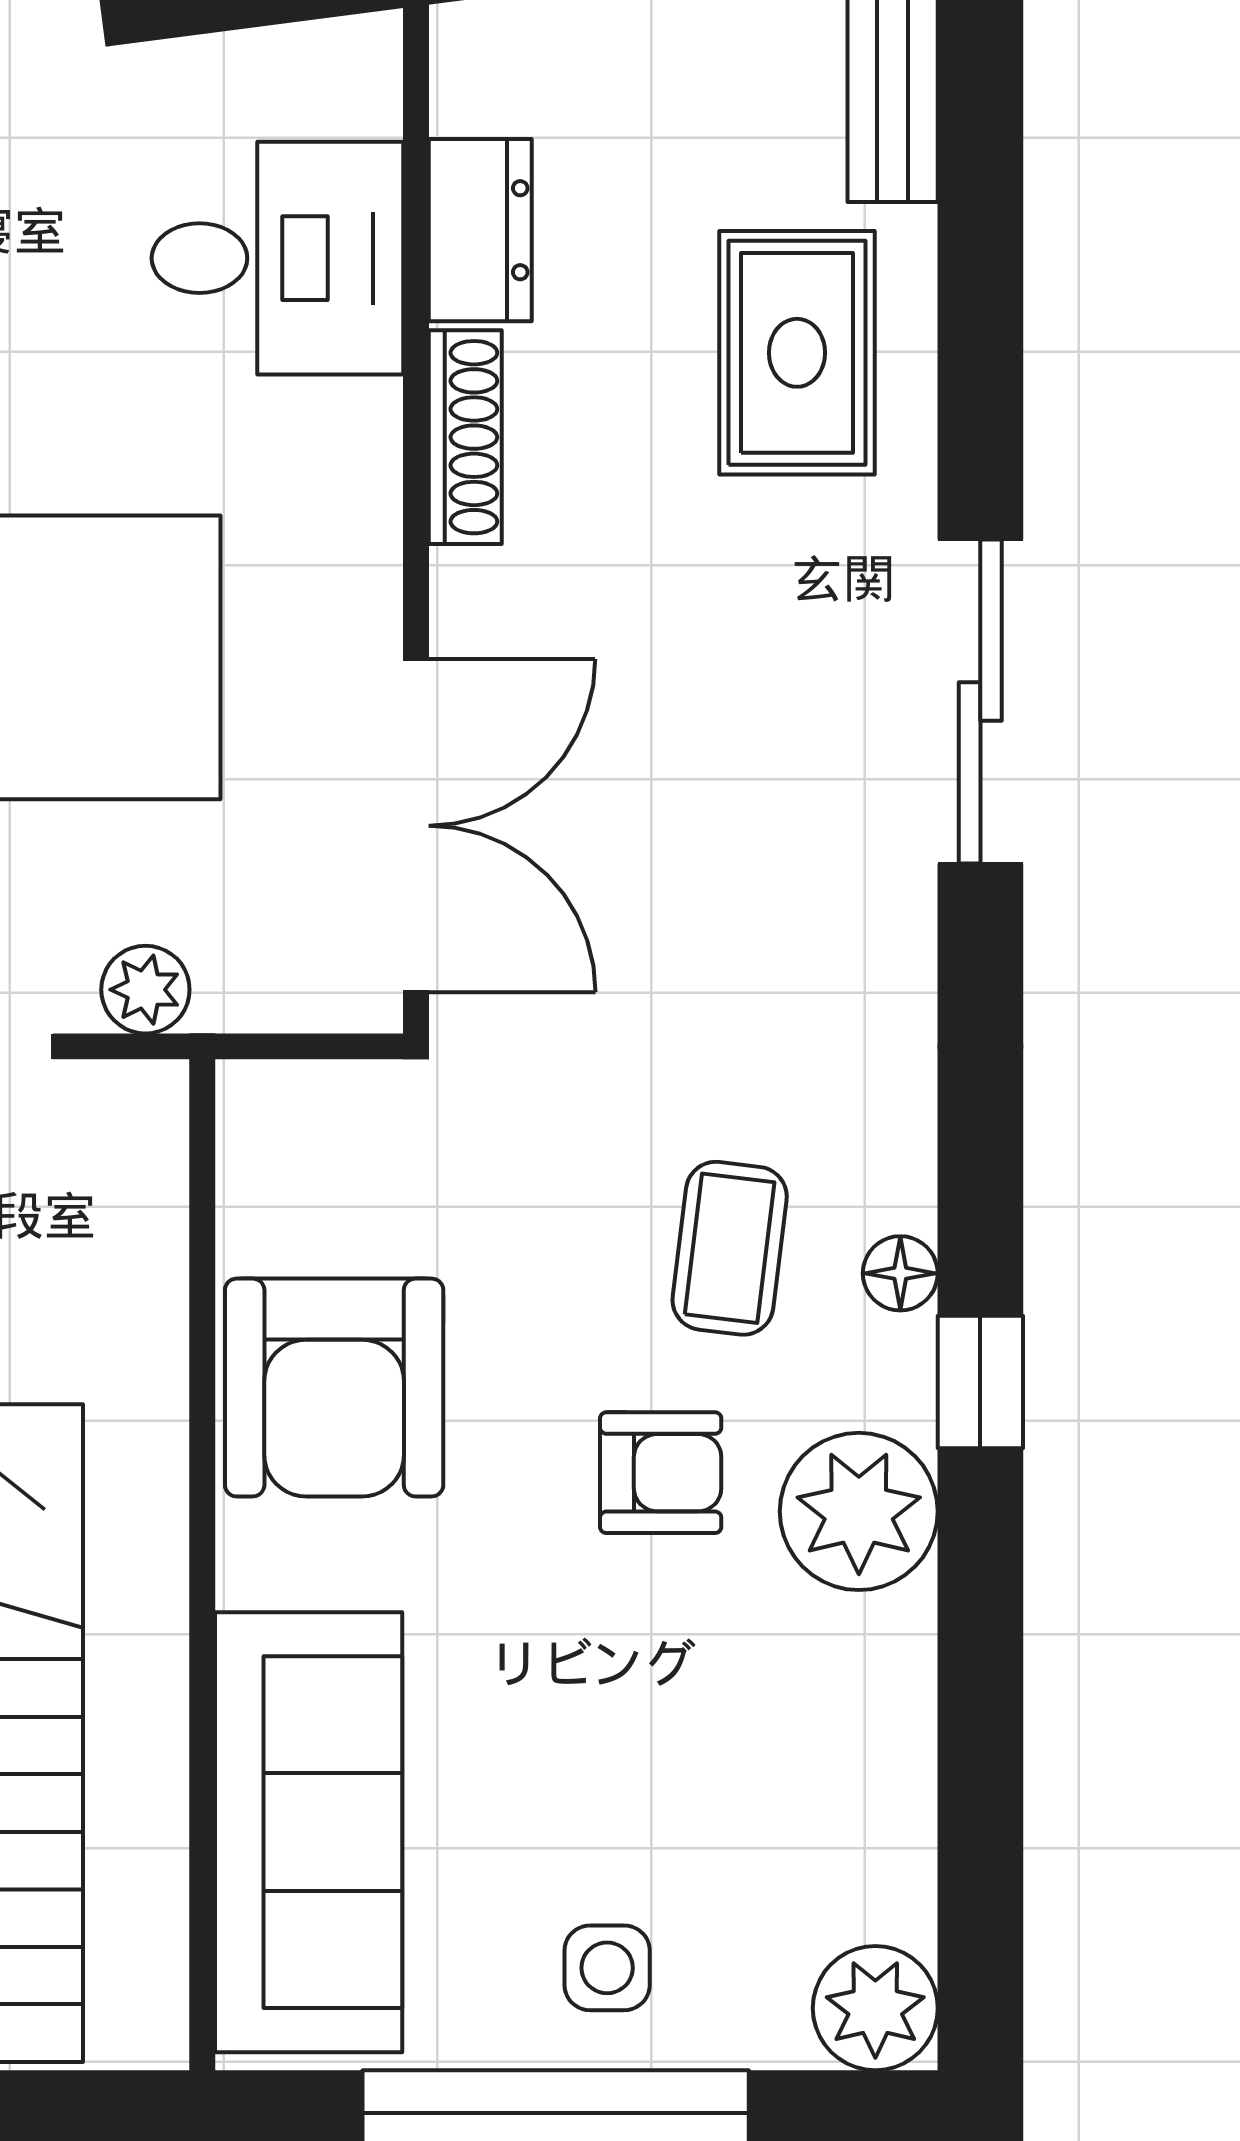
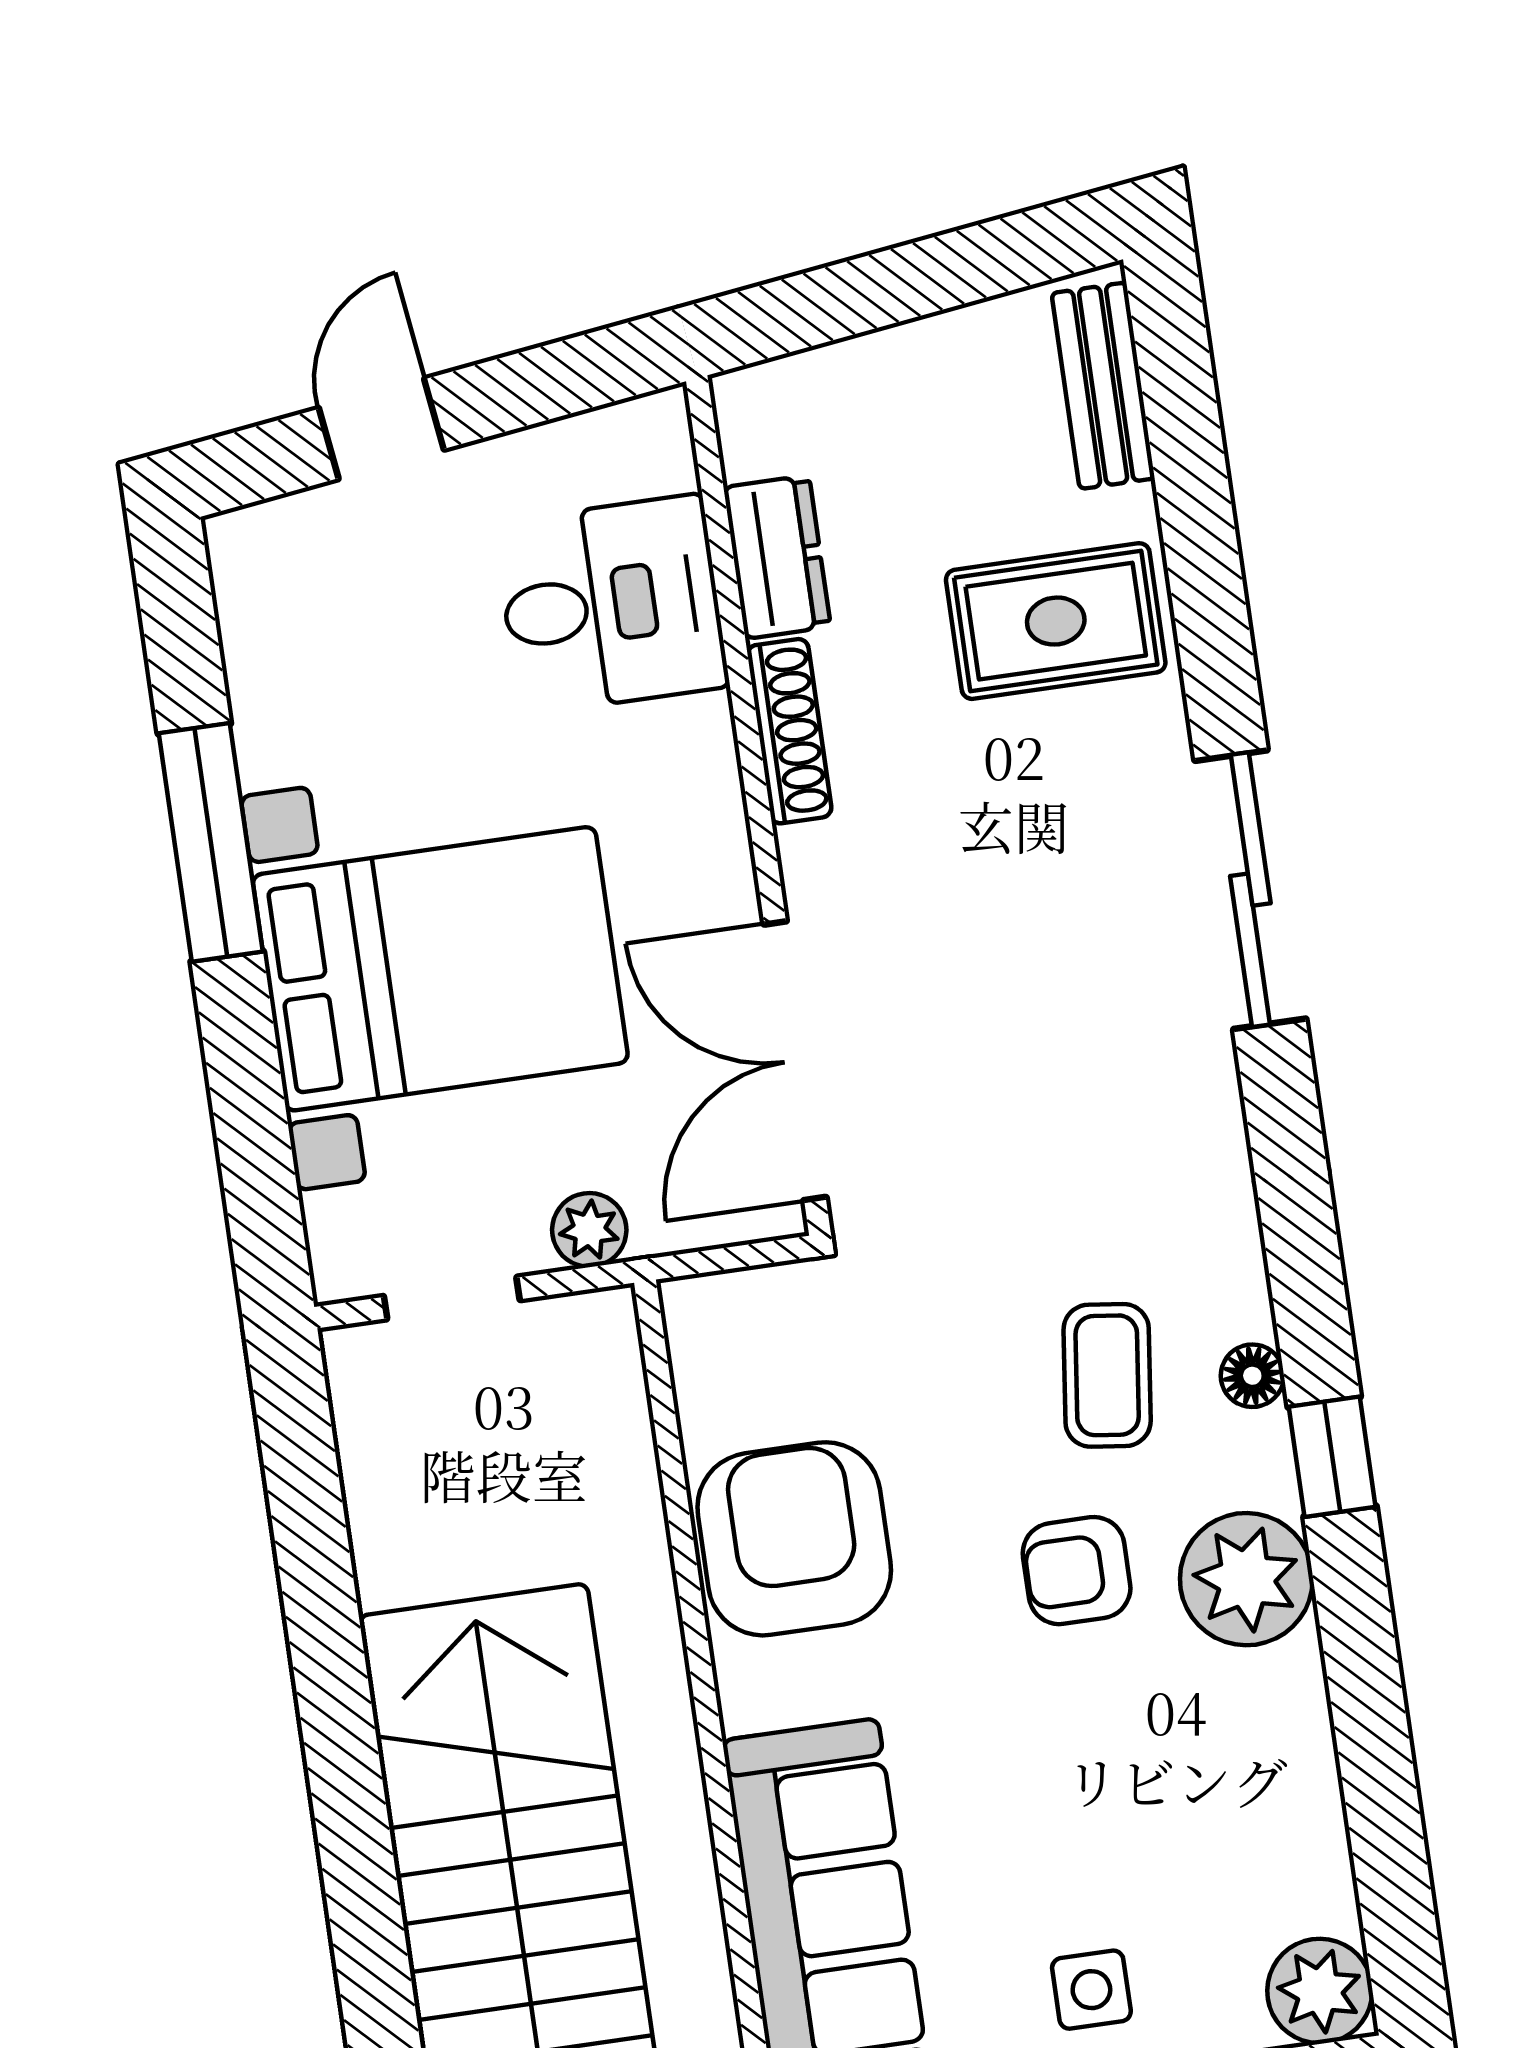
rug: (797, 353) -> (1056, 621), turned 90
double door: (416, 826) -> (795, 1061), swing flipped
armchair: (334, 1388) -> (794, 1539), turned 180
armchair: (661, 1473) -> (1077, 1571), turned 180

